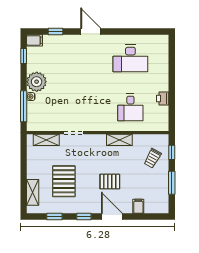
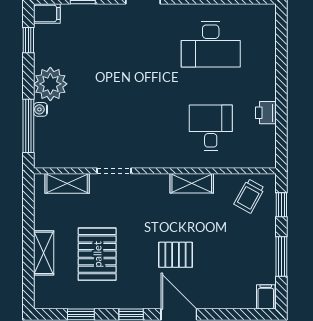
desk: (130, 107) -> (211, 128), turned 180
trolley: (153, 158) -> (249, 196), moved
shelving: (33, 192) -> (44, 253), moved
filing cabinet: (138, 206) -> (266, 297), moved

